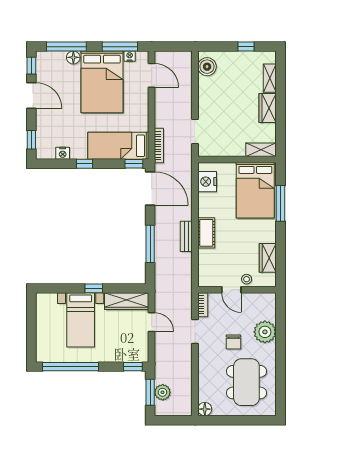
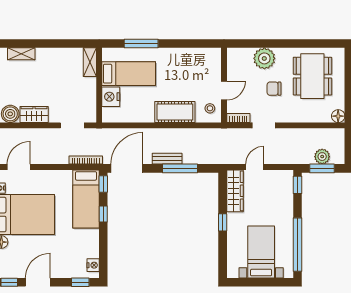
wardrobe: (268, 108) -> (34, 114), moved, turned 180
nightstand: (63, 153) -> (93, 265), moved
window: (84, 164) -> (103, 214), moved
nightstand: (207, 182) -> (111, 97), moved, turned 90
bed: (255, 190) -> (129, 74), width x0.67
cot: (206, 233) -> (175, 112), width x1.37, depth x1.34
bench: (186, 236) -> (167, 159), moved
wardrobe: (268, 258) -> (193, 56), removed
stool: (247, 279) -> (210, 108), moved
bed with nightstands: (81, 320) -> (261, 252), moved, turned -90
chair: (233, 342) -> (274, 89), turned 180
dining table: (246, 382) -> (312, 76), turned 90

